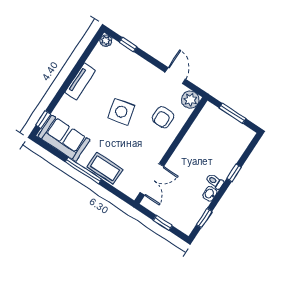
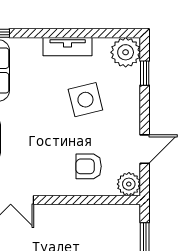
plant: (106, 41) -> (126, 52), width x1.87, depth x1.87
side table: (121, 112) -> (85, 100), moved

